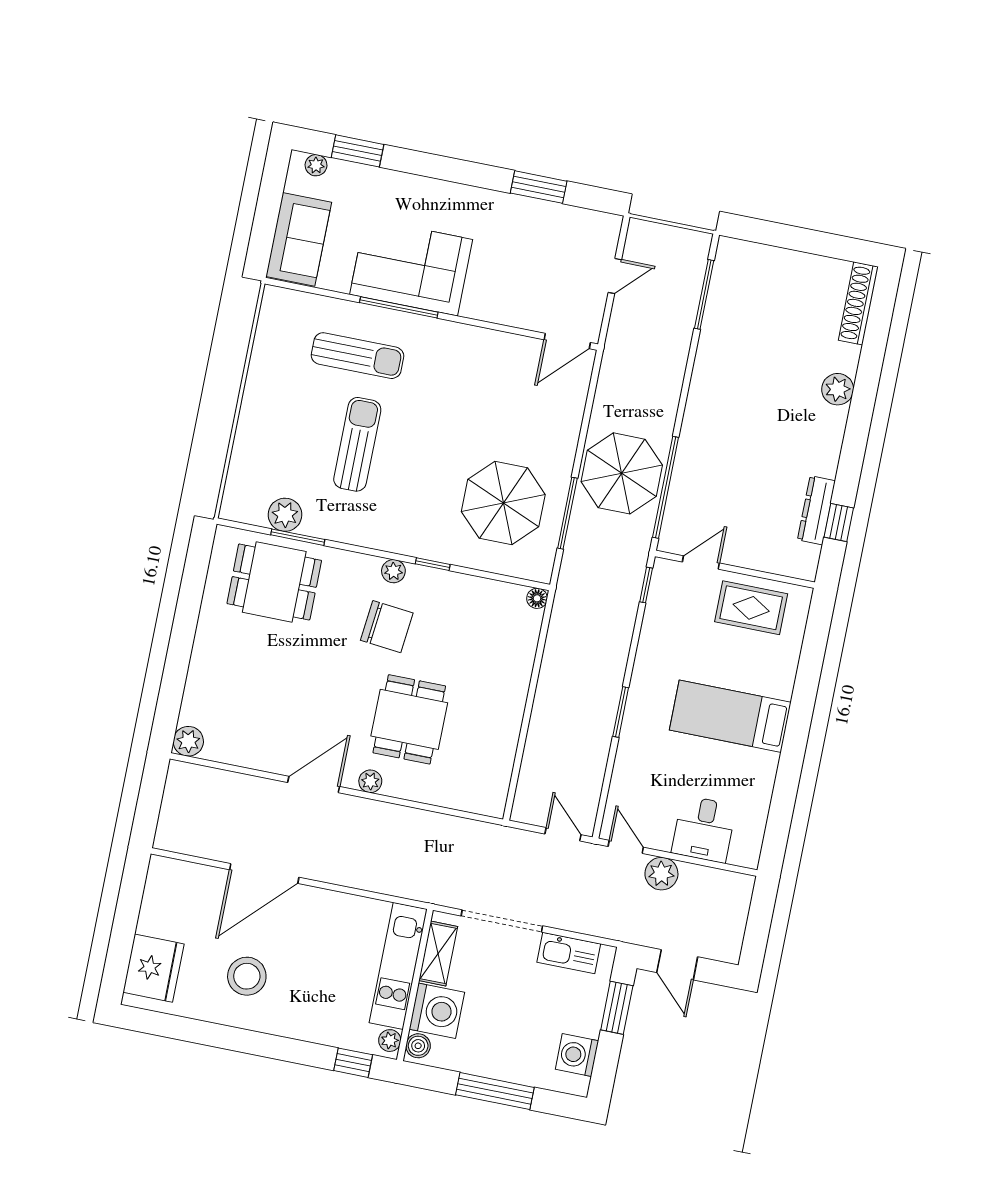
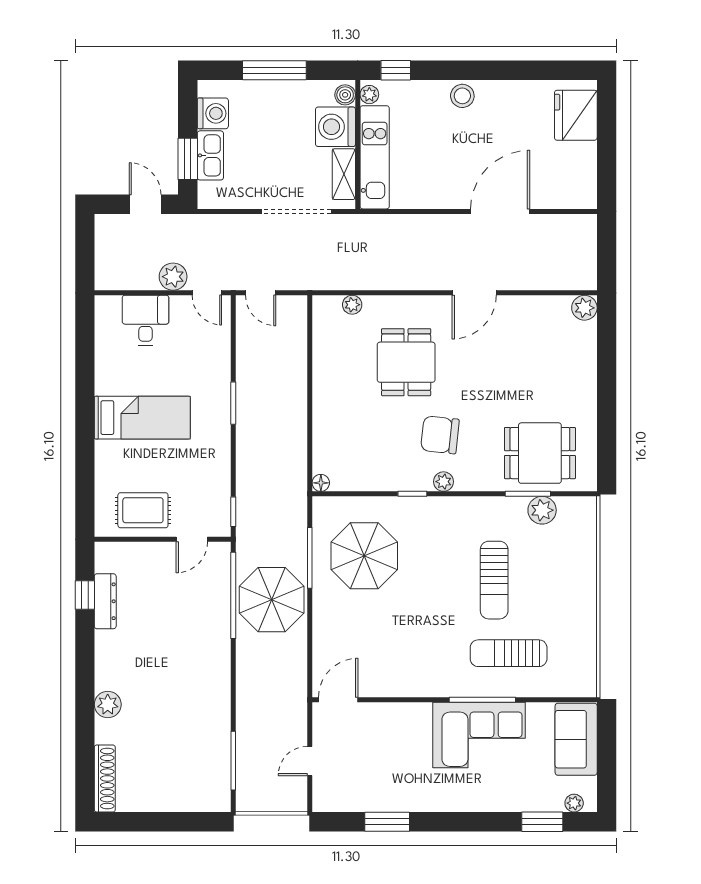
plant: (370, 781) -> (352, 305), moved
kitchen sink: (569, 953) -> (210, 155), moved, turned 90
stool: (247, 976) -> (462, 96), moved, width x0.73, depth x0.73

